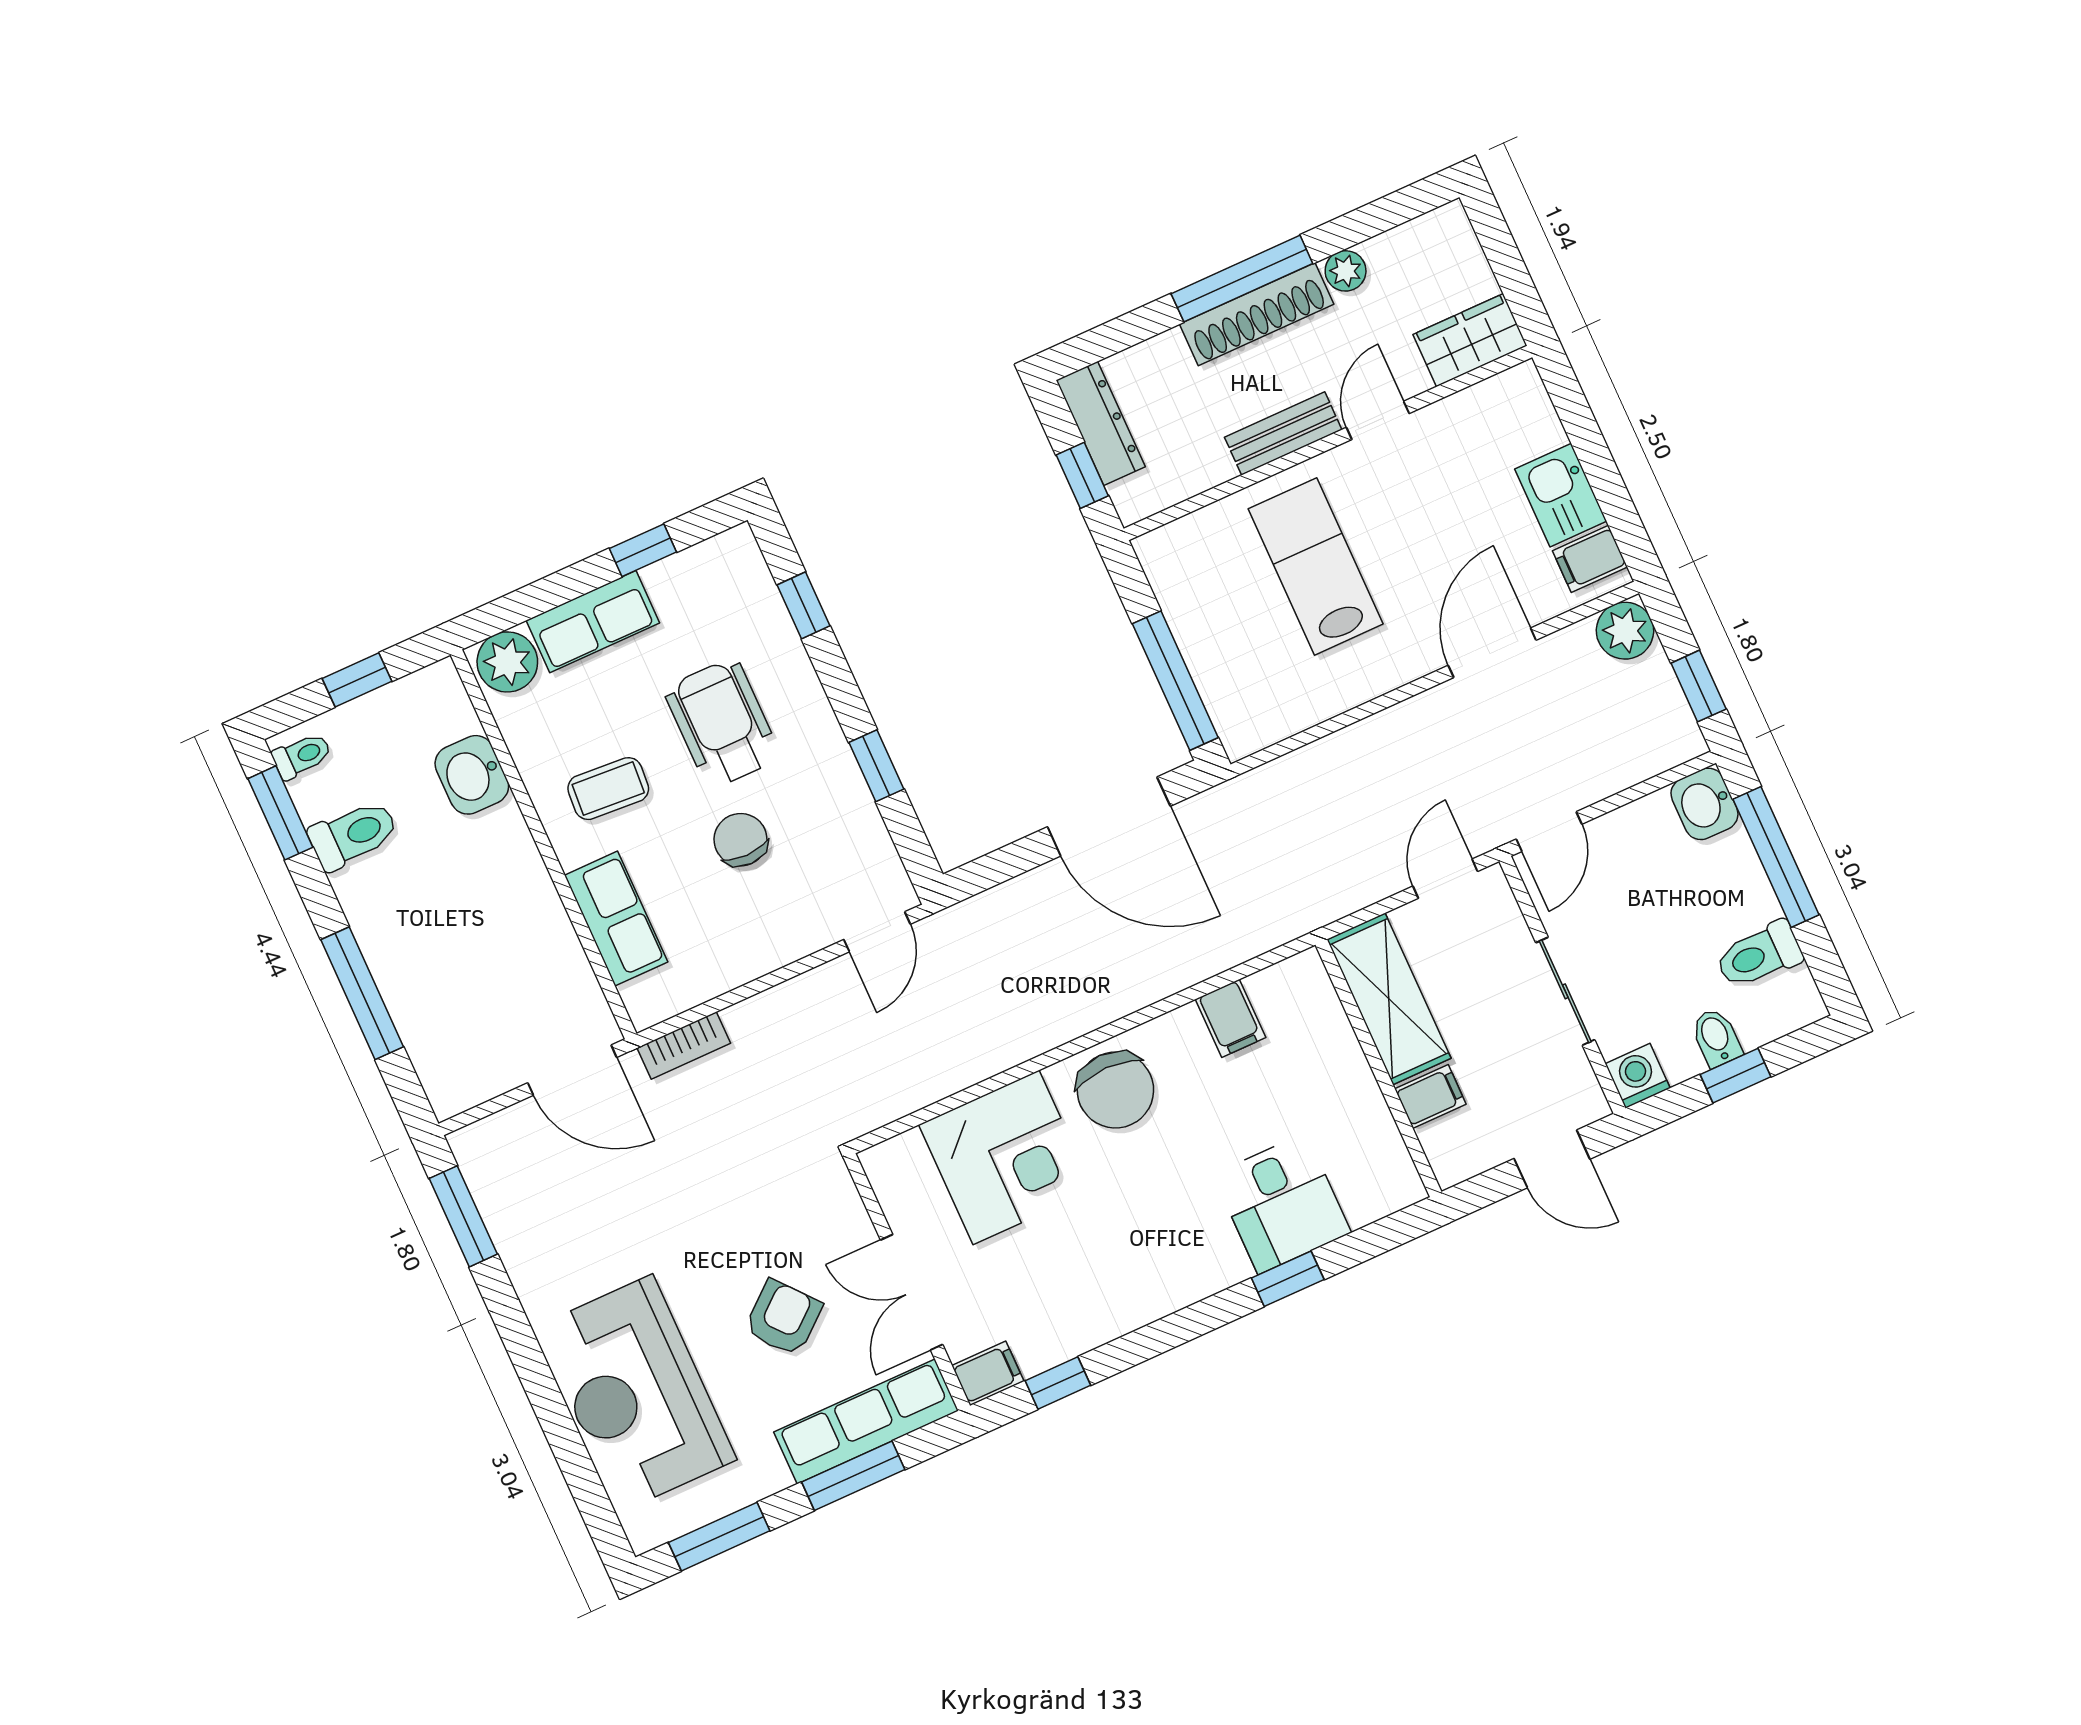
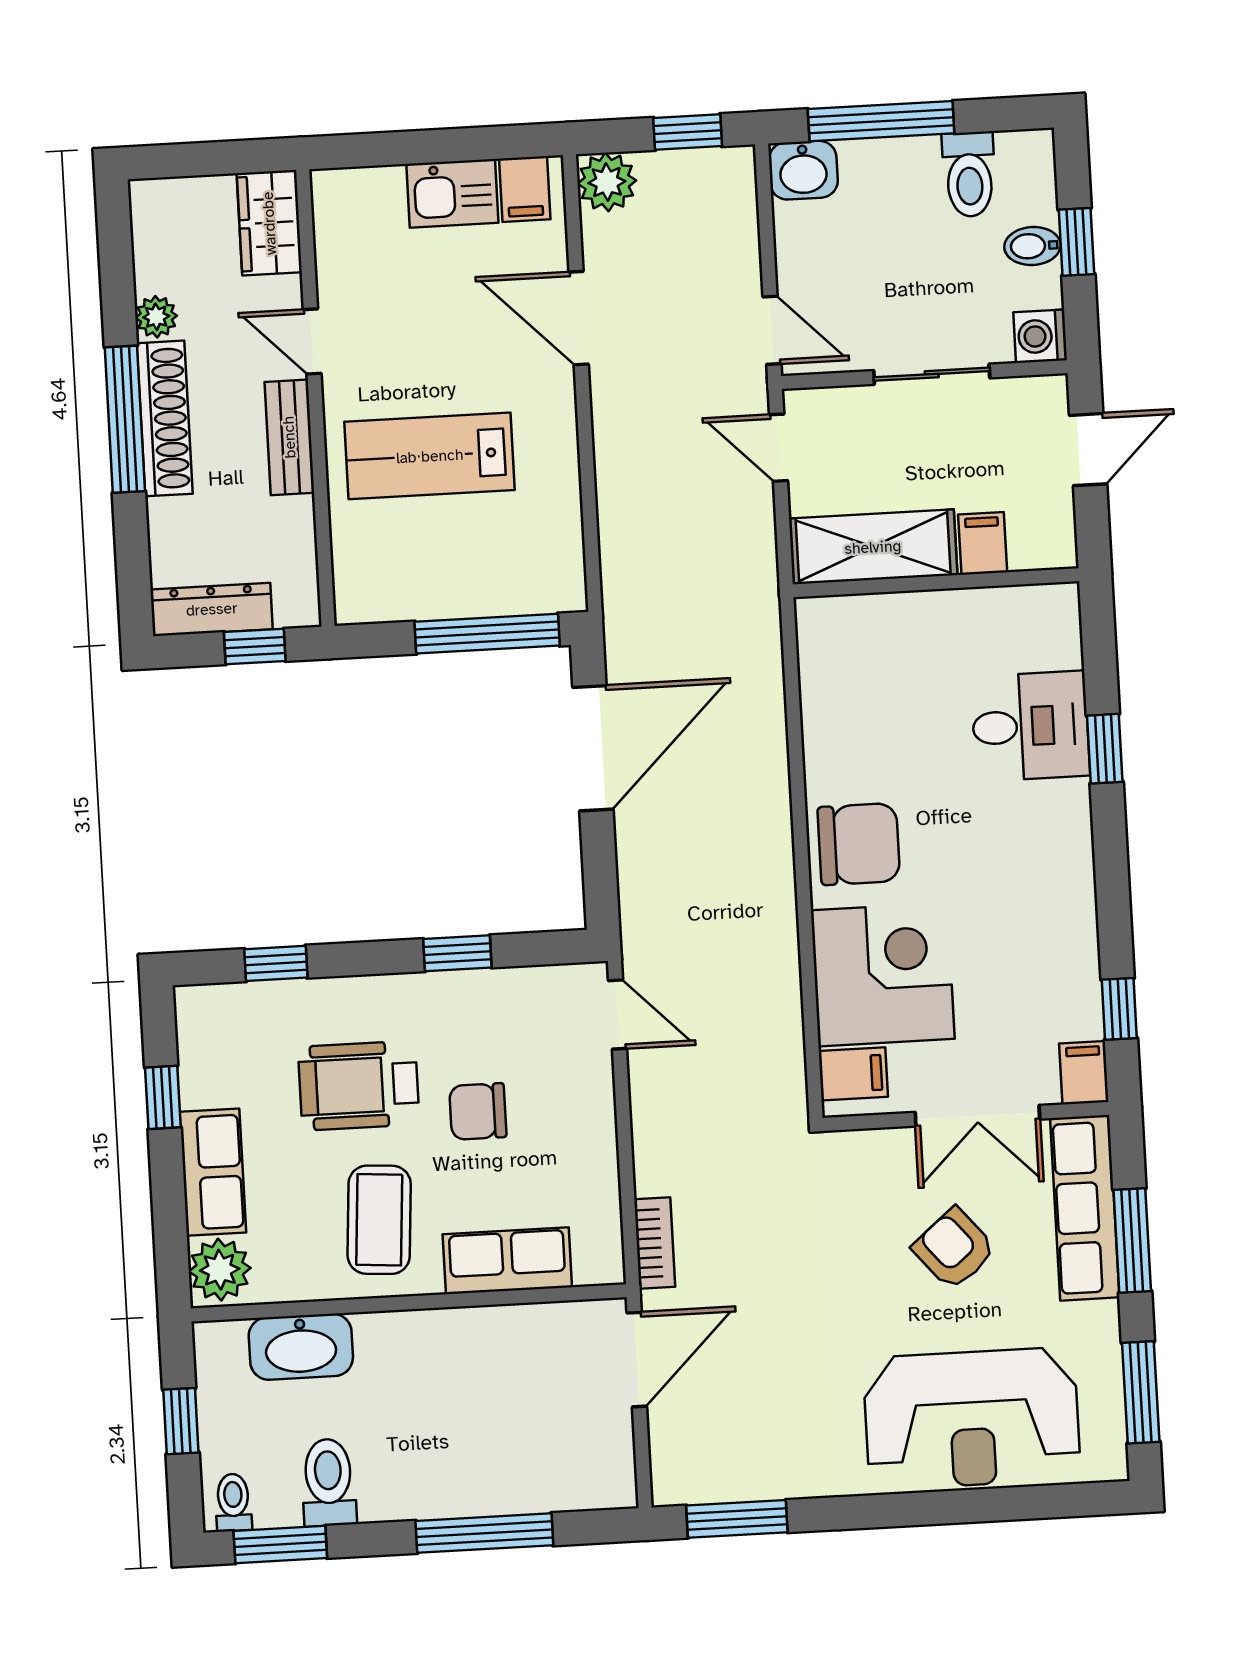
washbasin: (472, 775) -> (301, 1347), width x1.38
coffee table: (608, 789) -> (379, 1220), width x1.36, depth x1.30
filing cabinet: (1230, 1018) -> (853, 1074), moved

